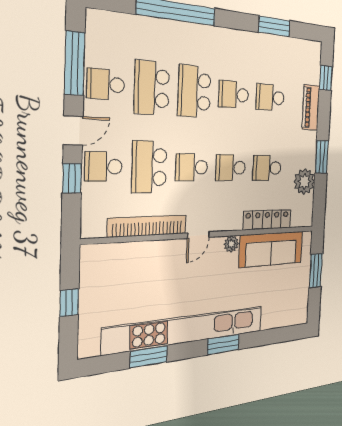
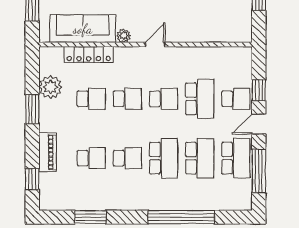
school desk: (106, 84) -> (236, 158), width x1.85
bookcase: (148, 226) -> (199, 54), removed

